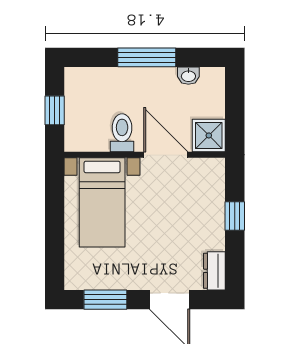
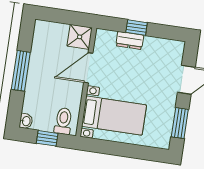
washbasin: (188, 76) -> (26, 121), moved
toilet: (122, 133) -> (63, 121), moved, turned 90
dresser: (214, 271) -> (130, 40), moved

